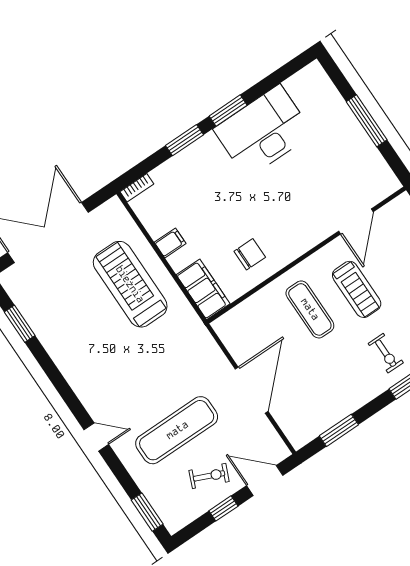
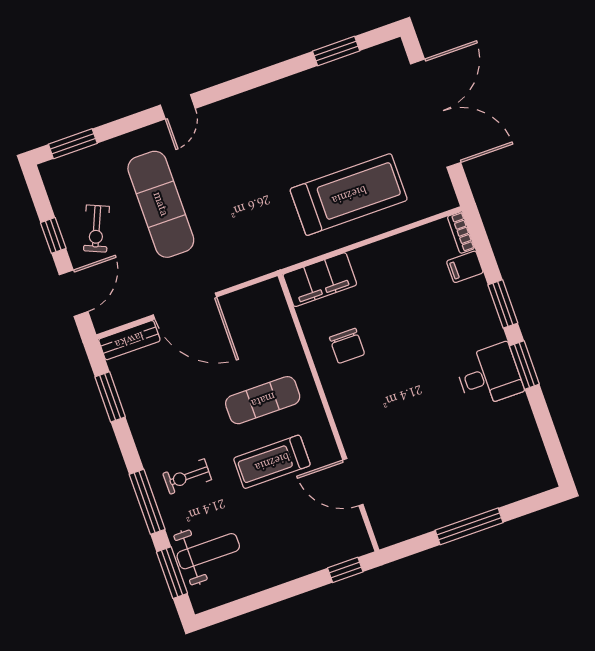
desk: (263, 131) -> (489, 375), width x0.53, depth x0.77
filing cabinet: (170, 243) -> (465, 267), moved, turned 90
bench: (290, 427) -> (129, 340), added

